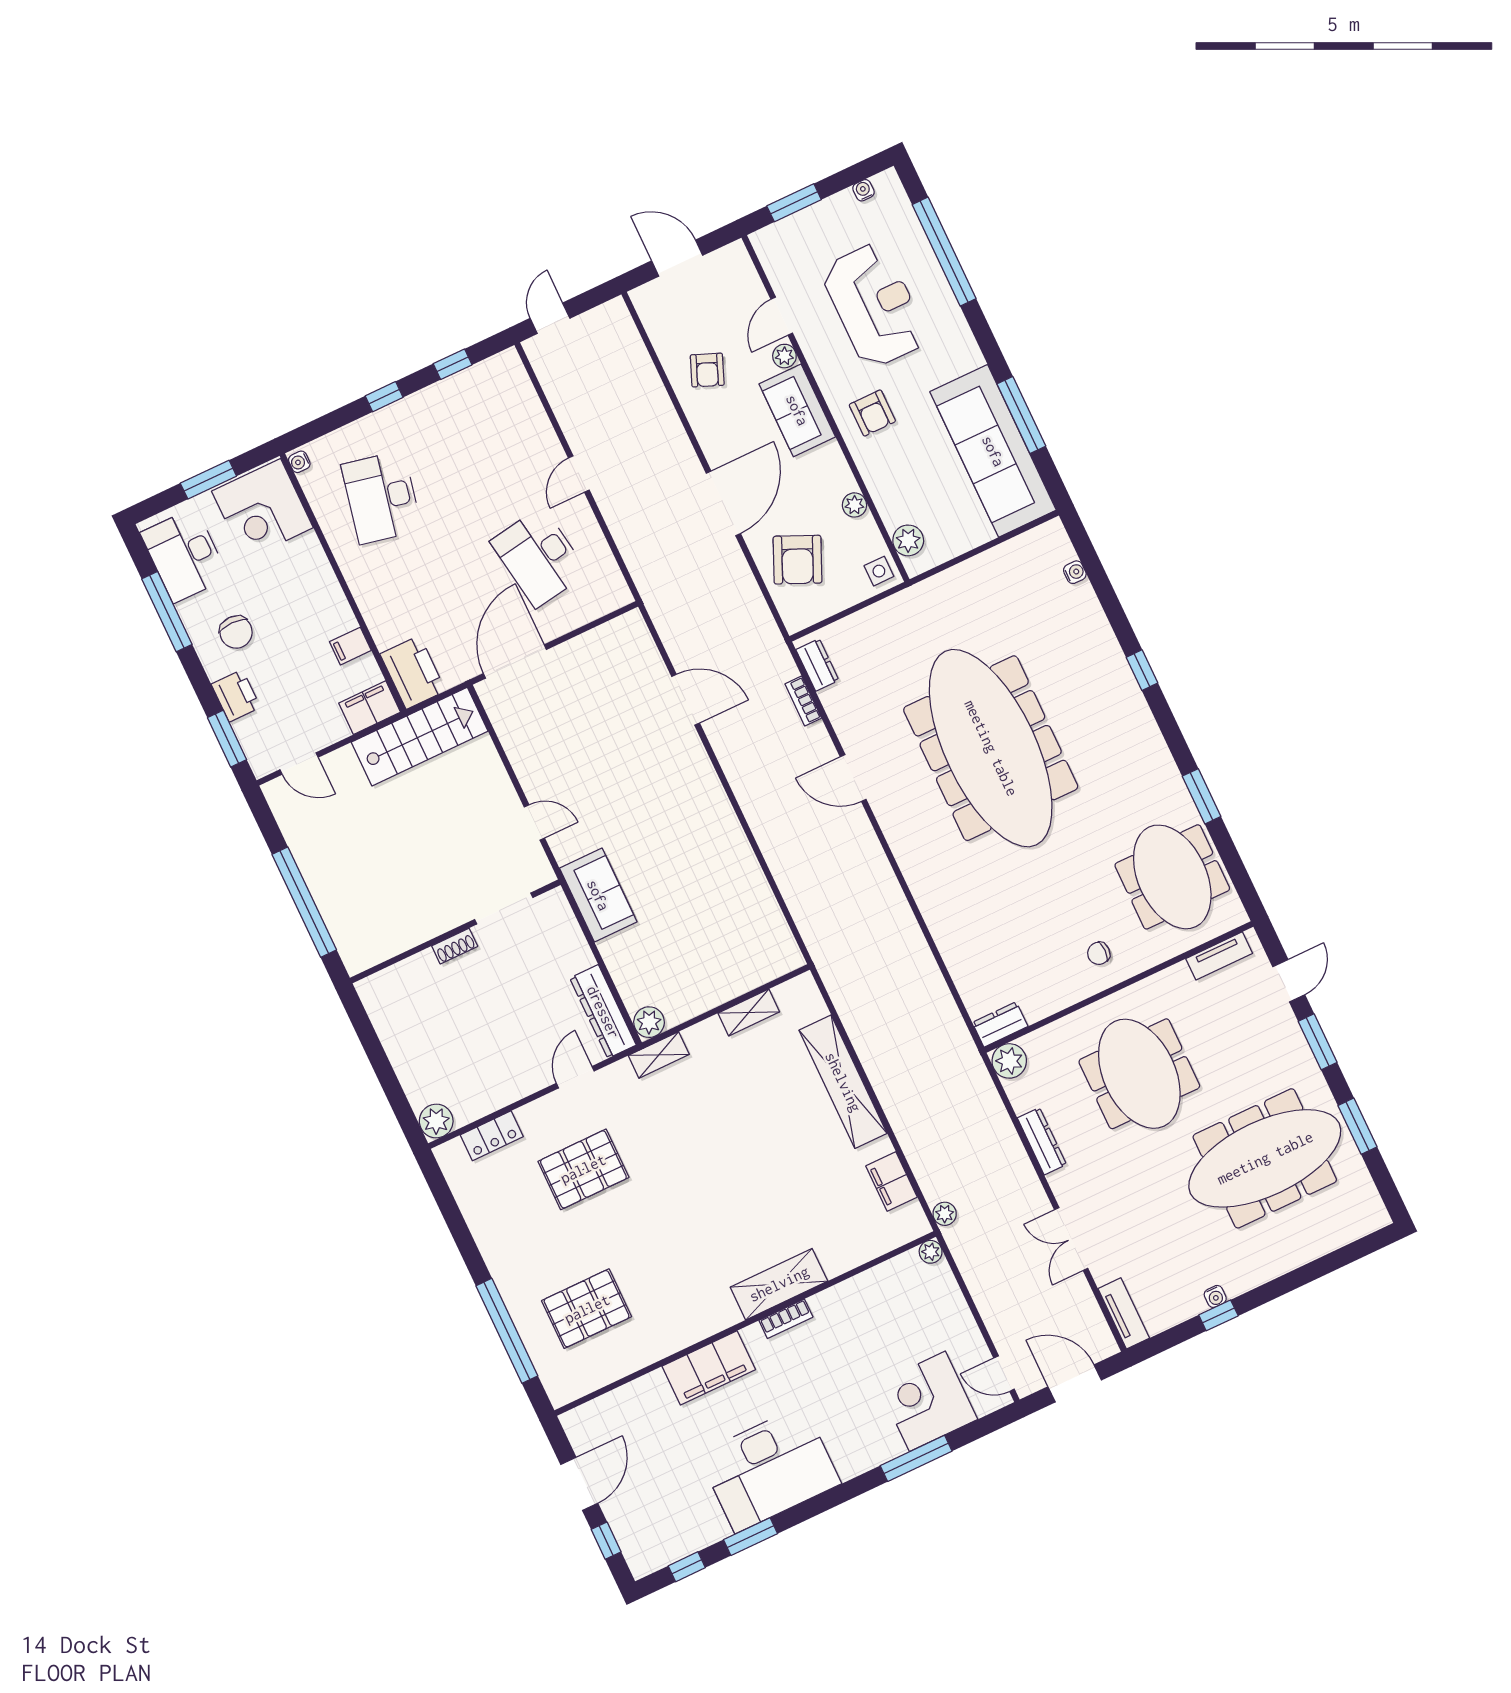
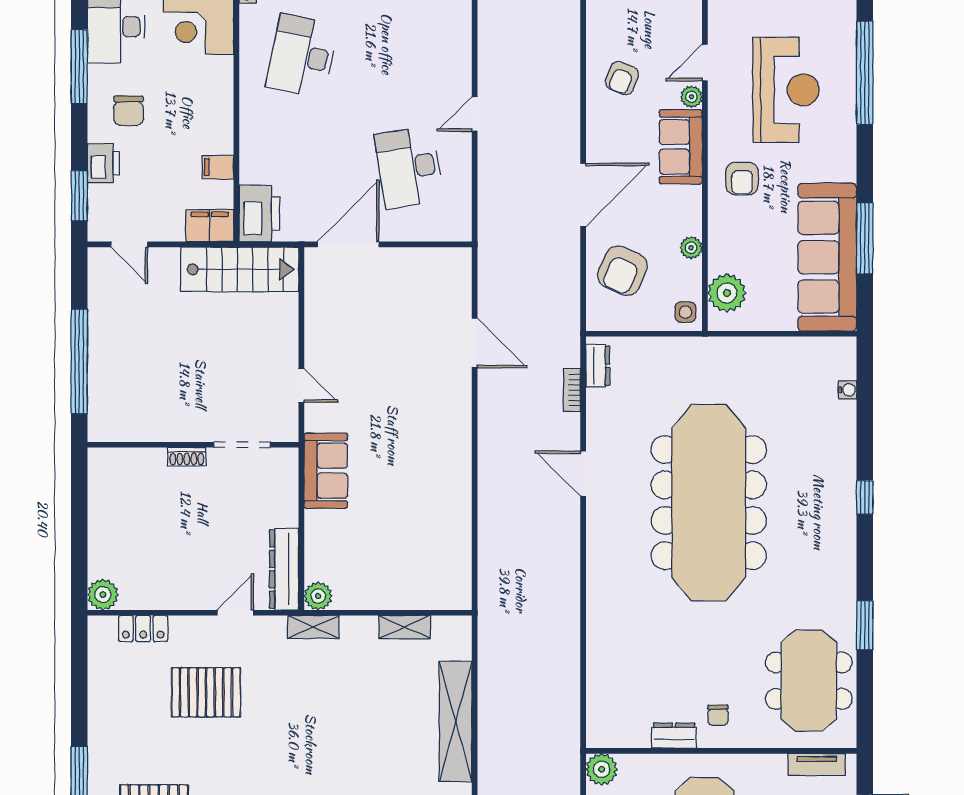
plant: (908, 540) -> (727, 293), width x1.36, depth x1.36
chair: (1099, 953) -> (718, 715), turned -90
dresser: (1000, 1024) -> (674, 736), moved

